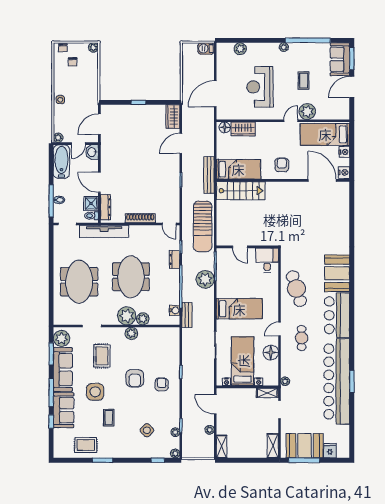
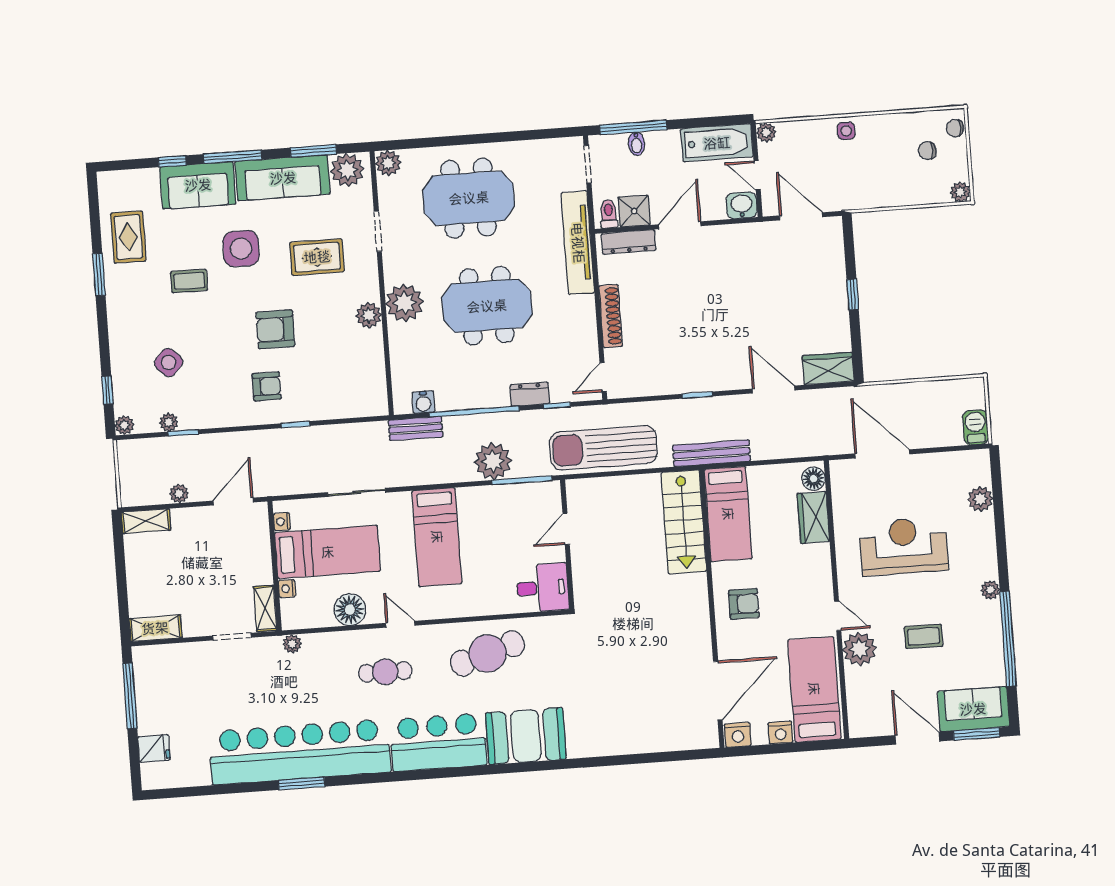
plant: (143, 319) -> (388, 163), moved
booth: (305, 446) -> (160, 695), removed

